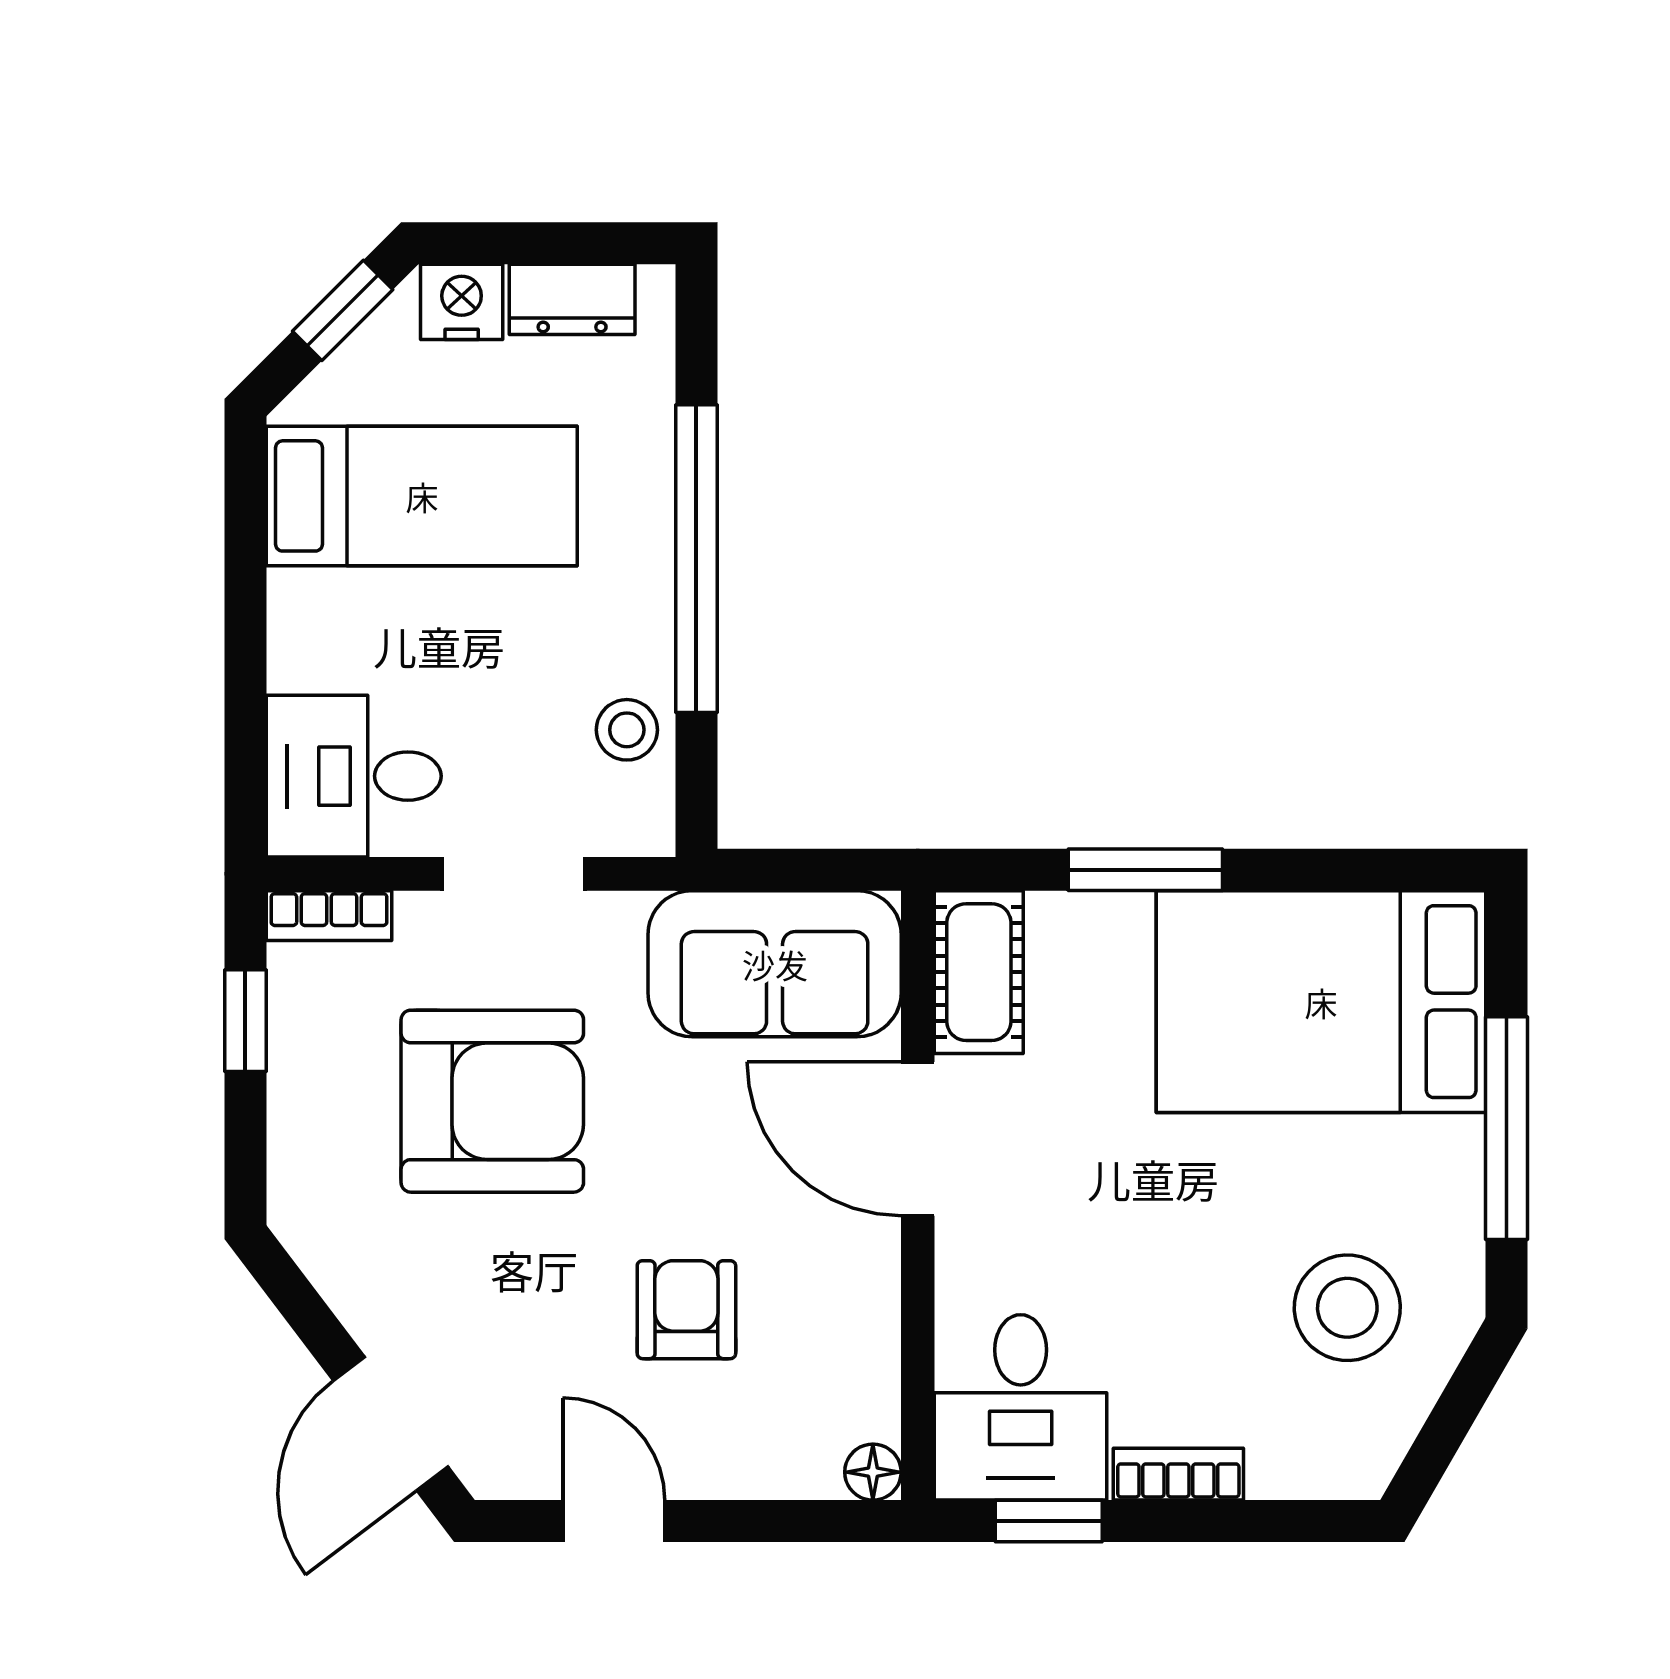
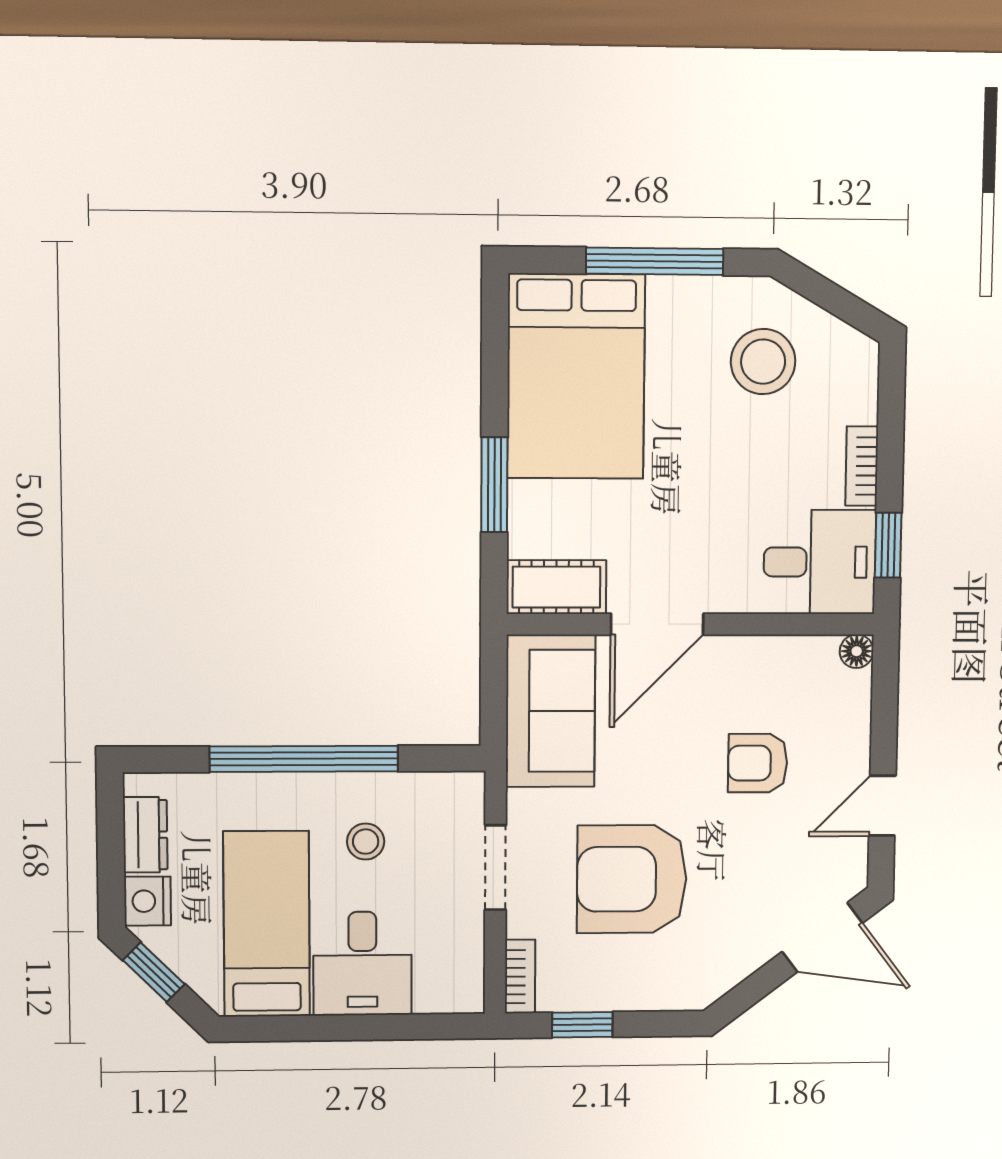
stool: (627, 730) -> (366, 842), moved
desk: (354, 776) -> (362, 964), moved
armchair: (492, 1101) -> (632, 879), turned -90

